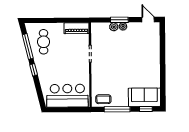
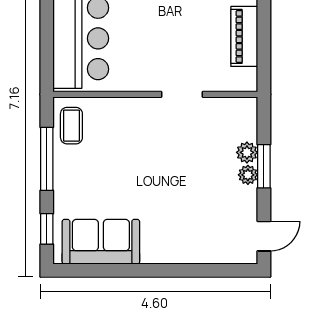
piano: (76, 28) -> (244, 36), moved
sofa: (144, 97) -> (101, 242), moved, turned -90

